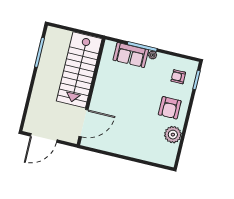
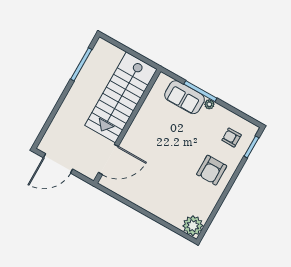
plant: (173, 135) -> (193, 226), moved

